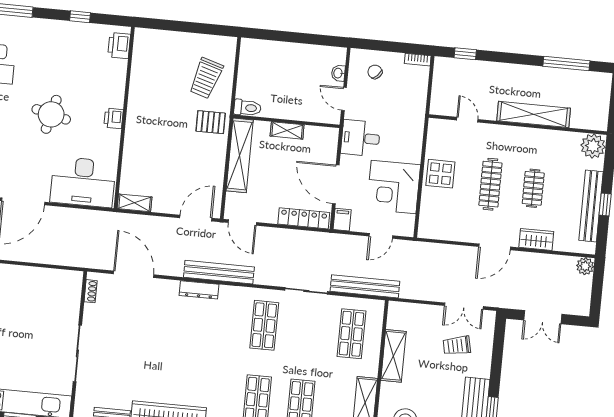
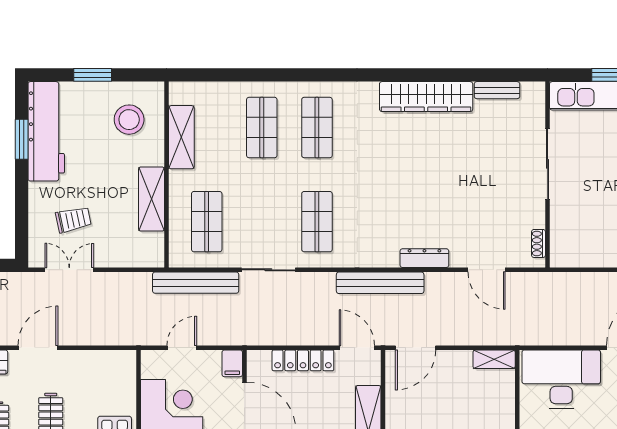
locker: (304, 218) -> (303, 360), moved
door: (134, 274) -> (487, 270), width x0.73
dresser: (199, 290) -> (424, 258), moved

